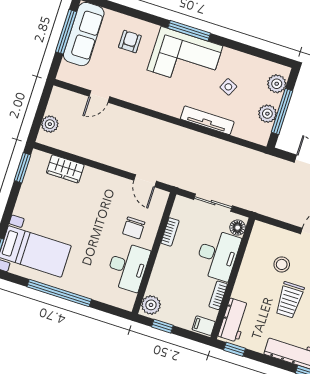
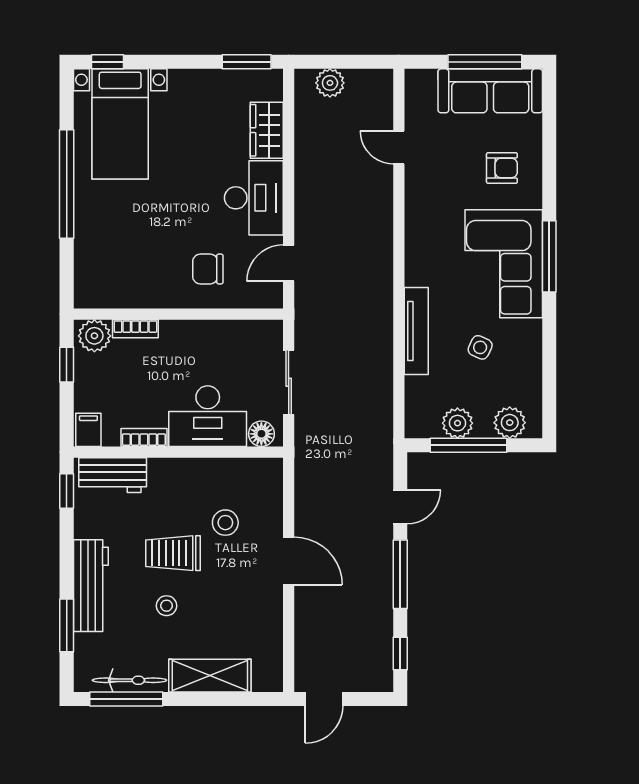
bookcase: (170, 232) -> (135, 329), moved
desk: (128, 267) -> (254, 198), moved, turned -90

